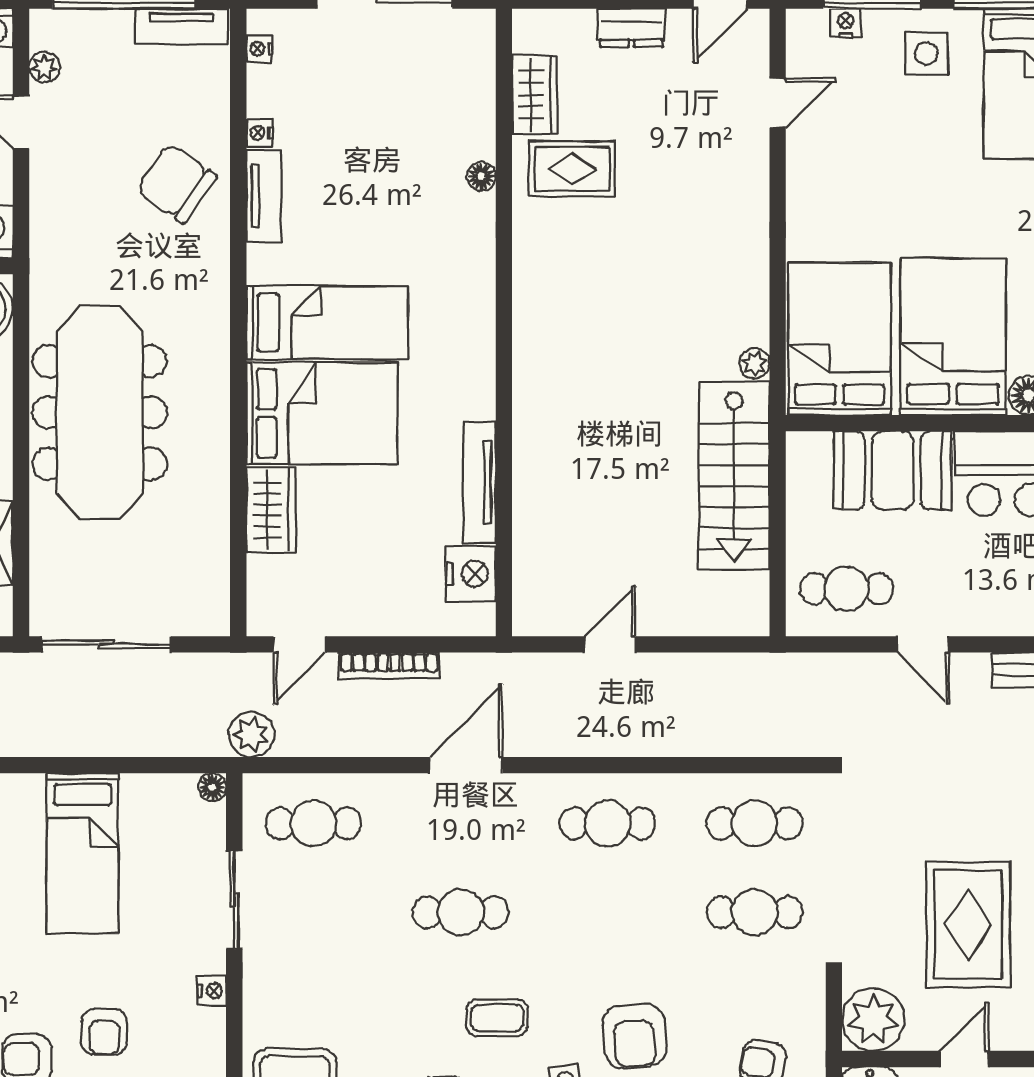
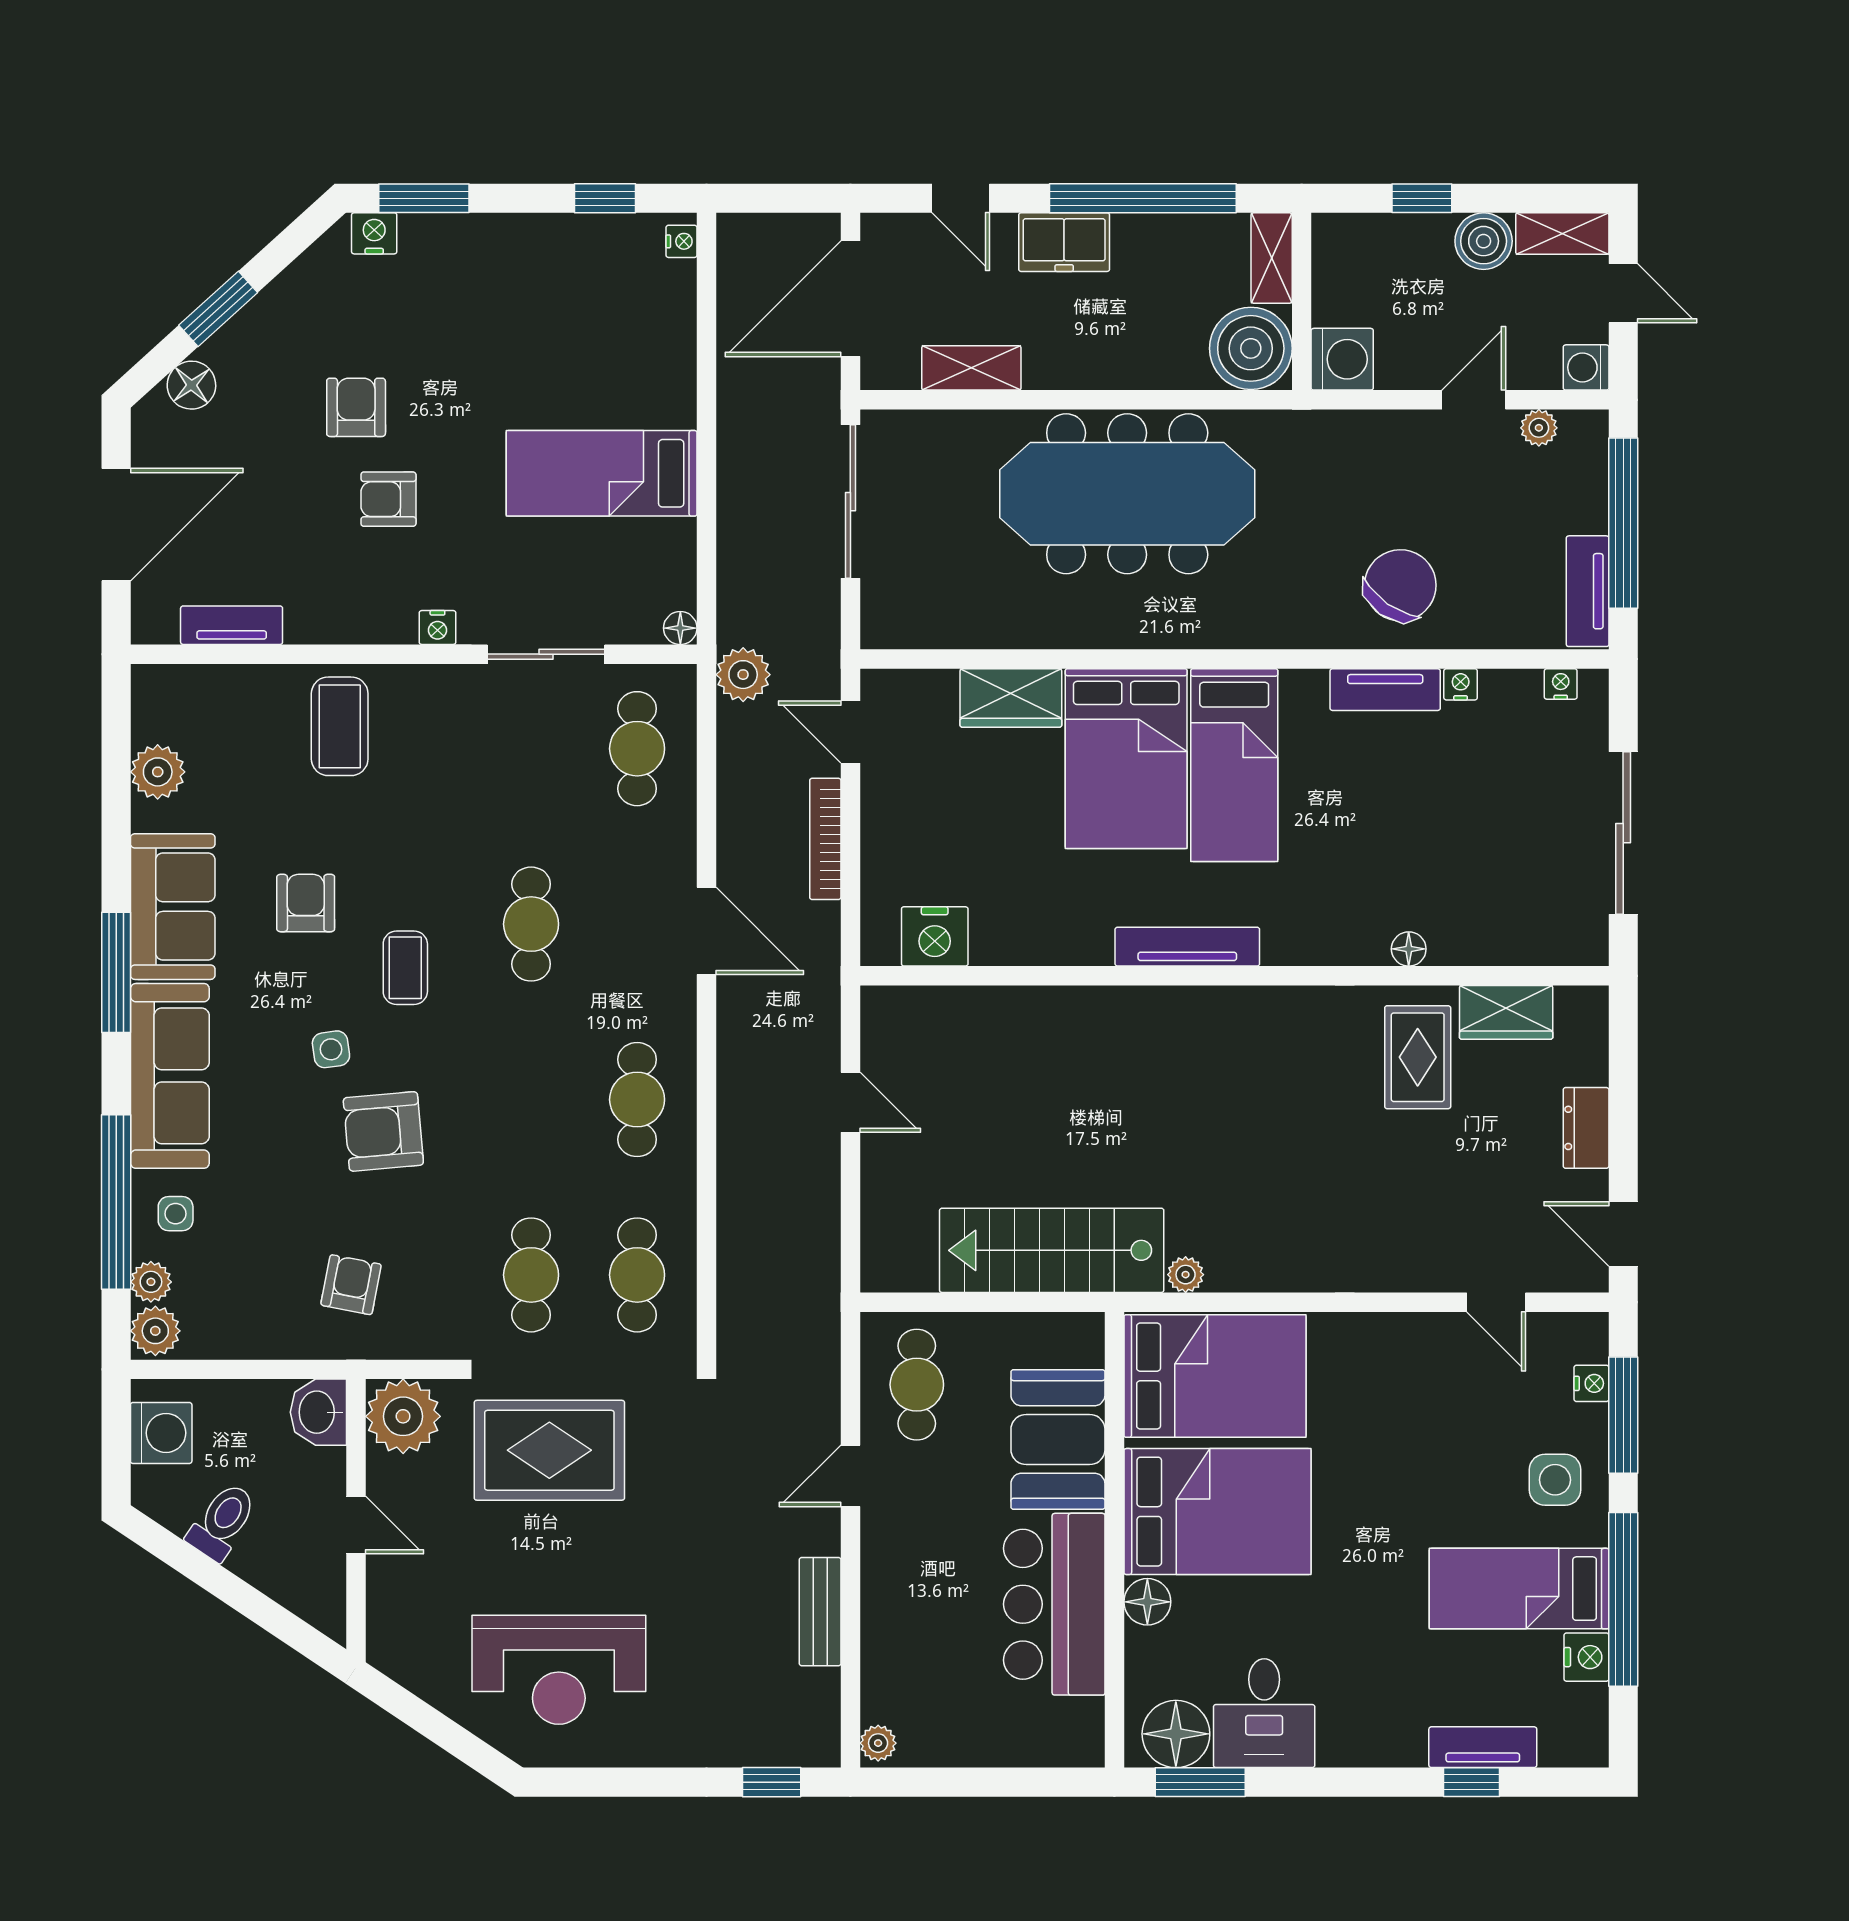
tv unit: (479, 482) -> (1187, 947), moved
rug: (968, 925) -> (549, 1450), moved

